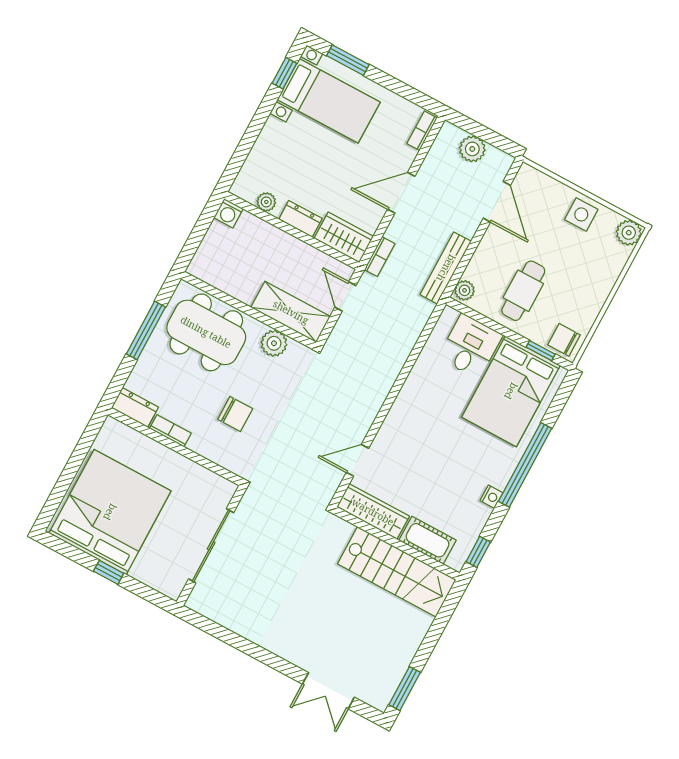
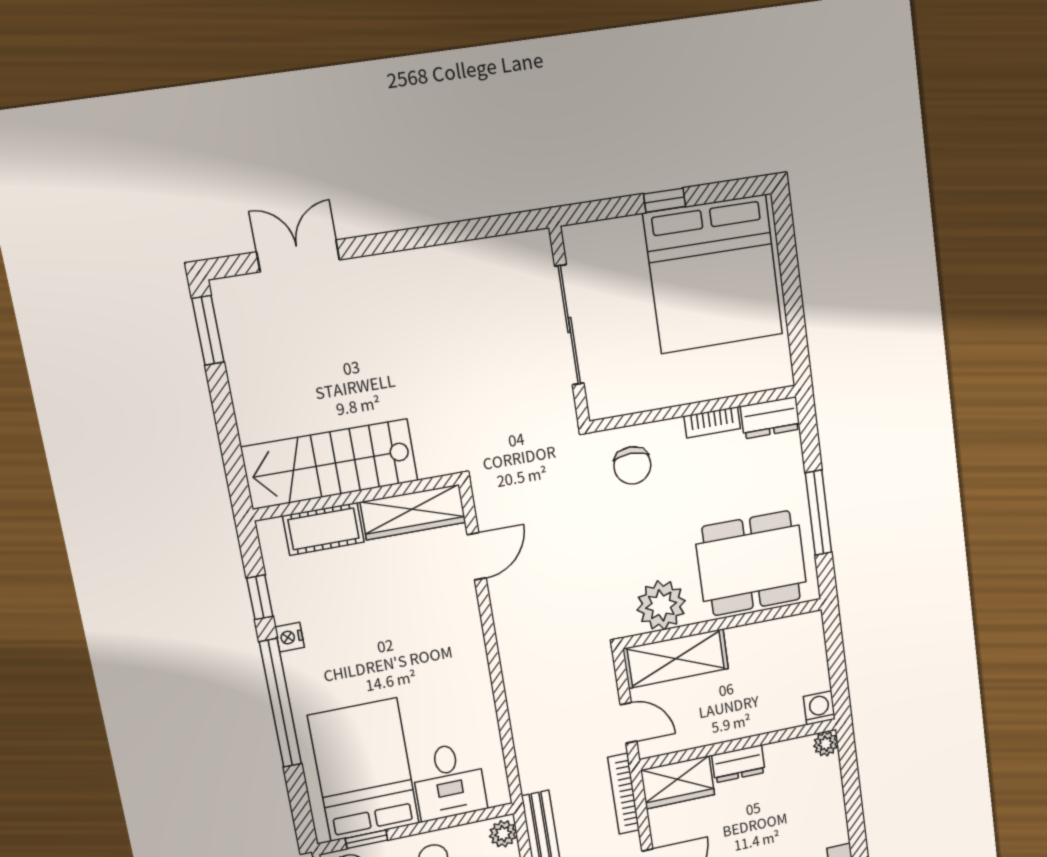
plant: (266, 202) -> (826, 744), moved
bookcase: (380, 257) -> (624, 794), width x1.56
plant: (274, 343) -> (661, 605), width x1.36, depth x1.36
chair: (235, 414) -> (632, 465), moved, turned -90
window: (478, 552) -> (260, 597), moved

